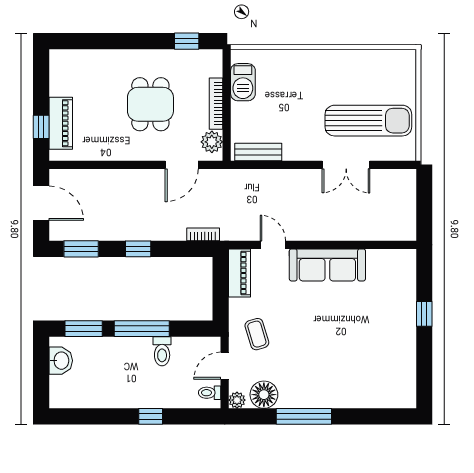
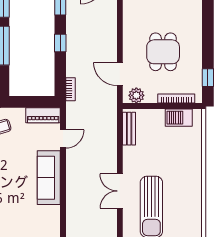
dining table: (150, 104) -> (163, 52), turned 90
bookcase: (216, 104) -> (176, 99), moved

